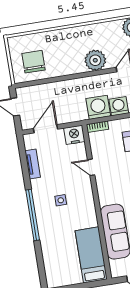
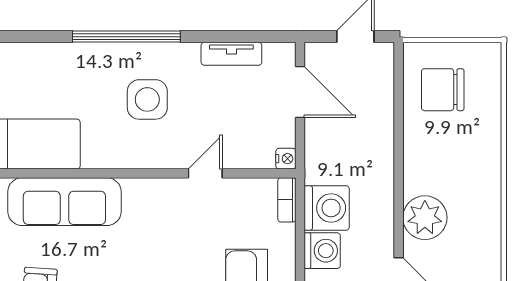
chair: (34, 62) -> (443, 90), turned 180
nightstand: (74, 135) -> (286, 159), width x0.53, depth x0.56
side table: (61, 200) -> (147, 99), width x1.87, depth x1.87

